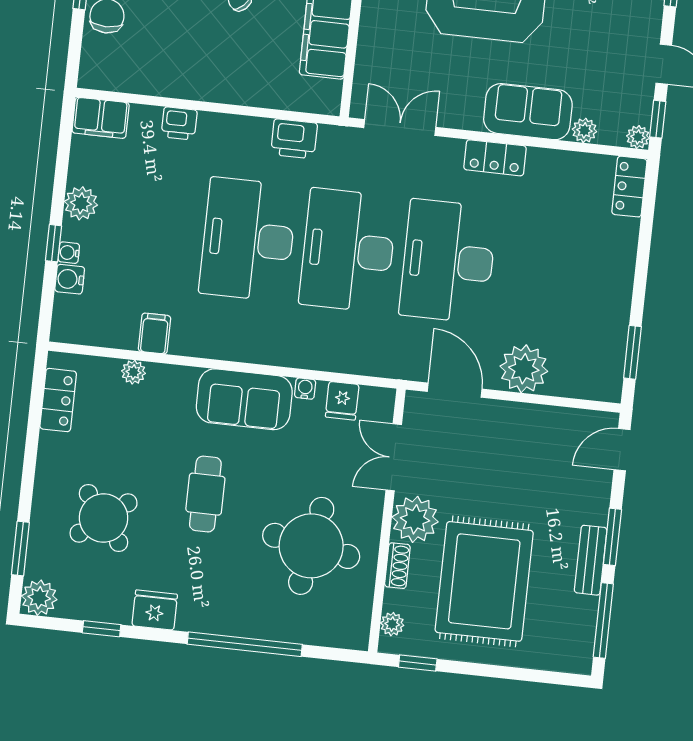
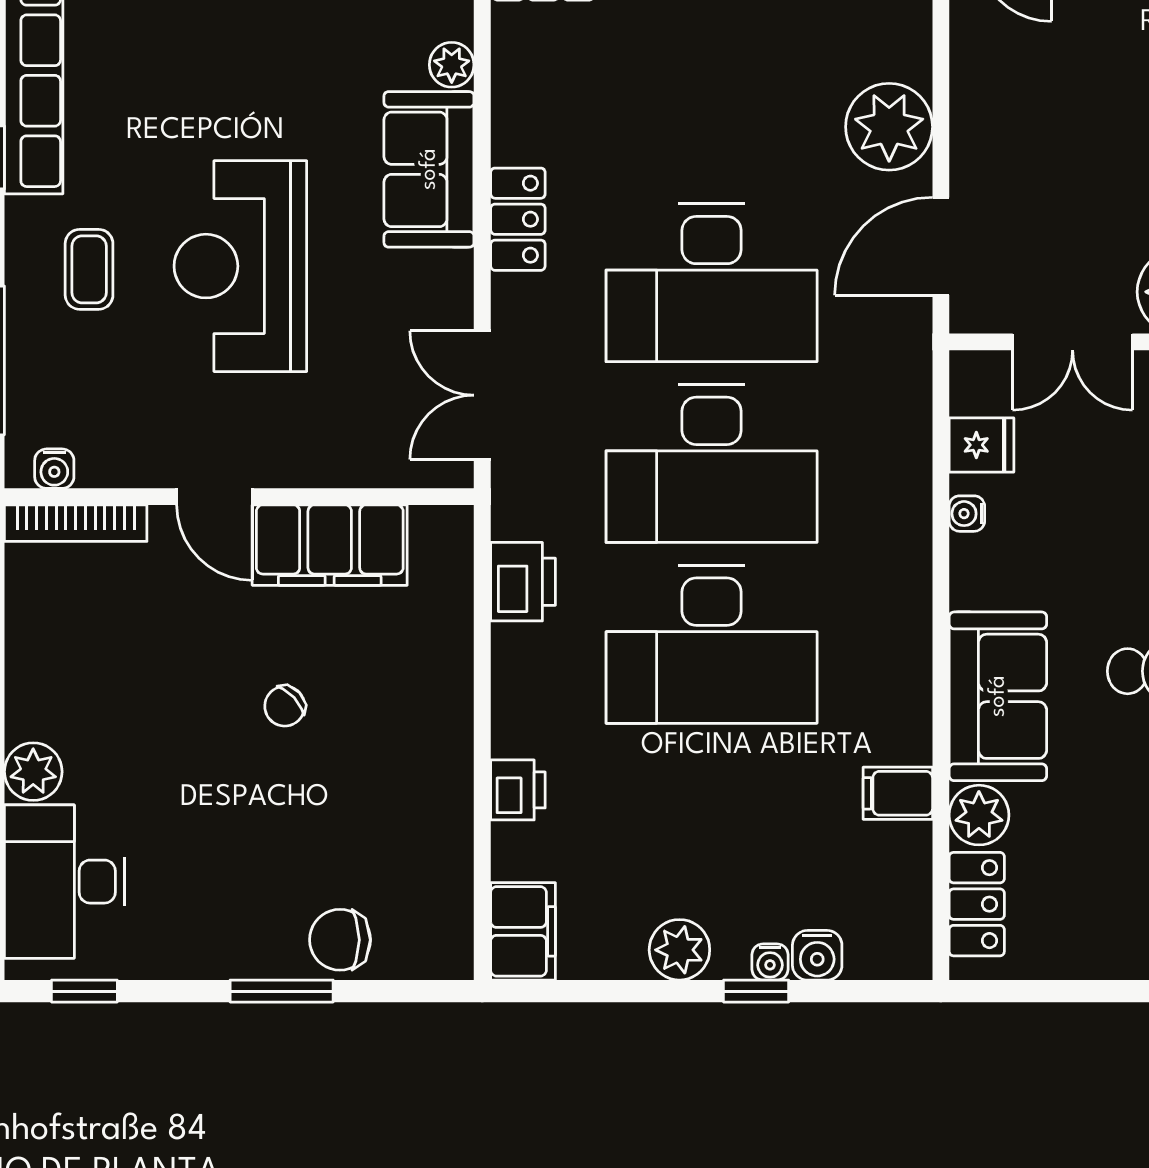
plant: (134, 372) -> (979, 815), width x1.38, depth x1.38
sofa: (244, 399) -> (998, 696), moved
locker: (58, 400) -> (977, 904), moved, turned 90

